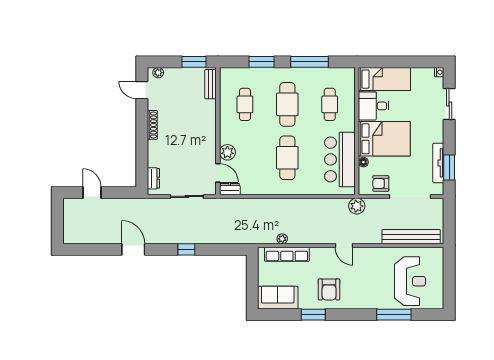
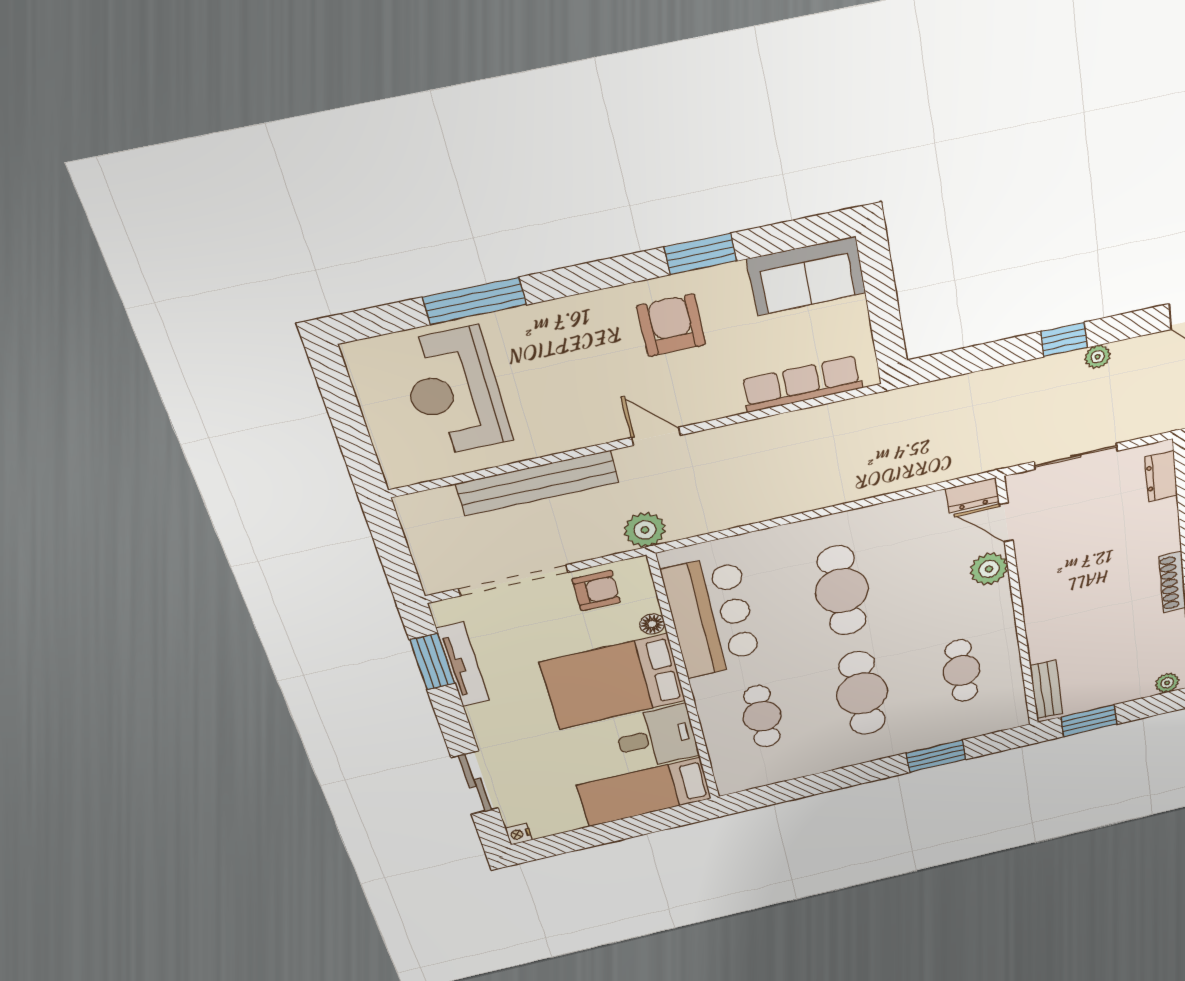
window: (309, 62) -> (827, 782), removed
bench: (411, 237) -> (537, 483), moved
plant: (282, 239) -> (1098, 357), moved

